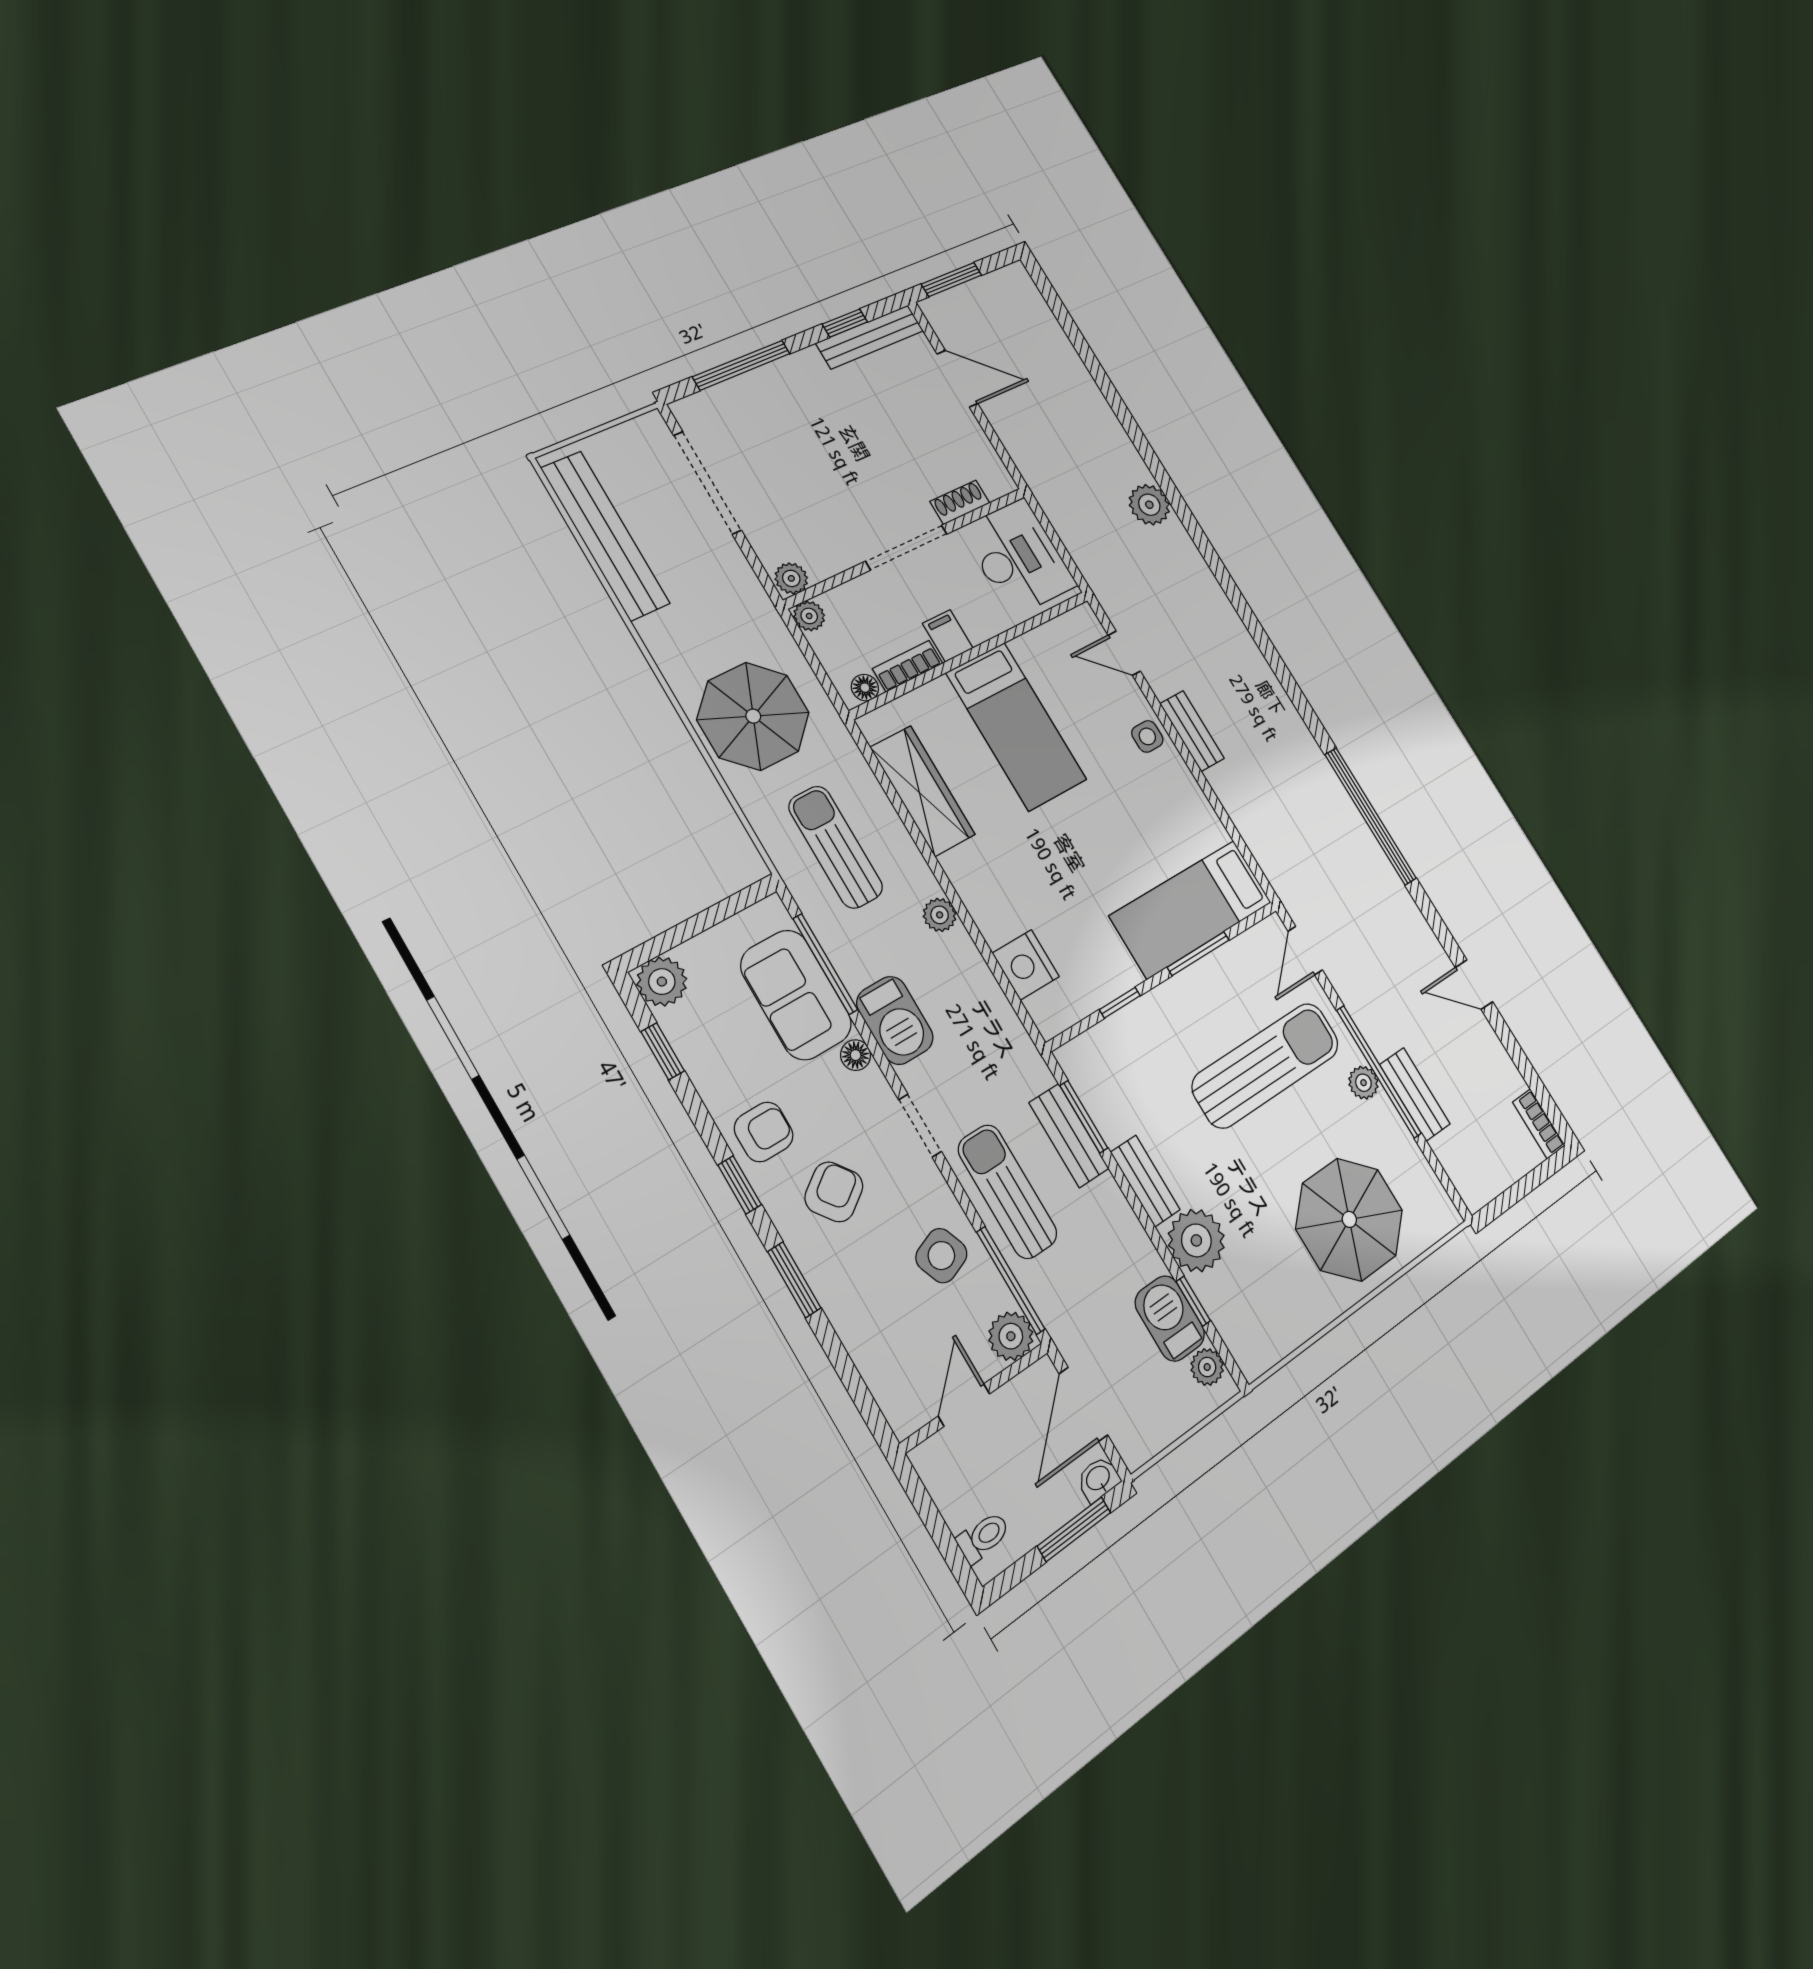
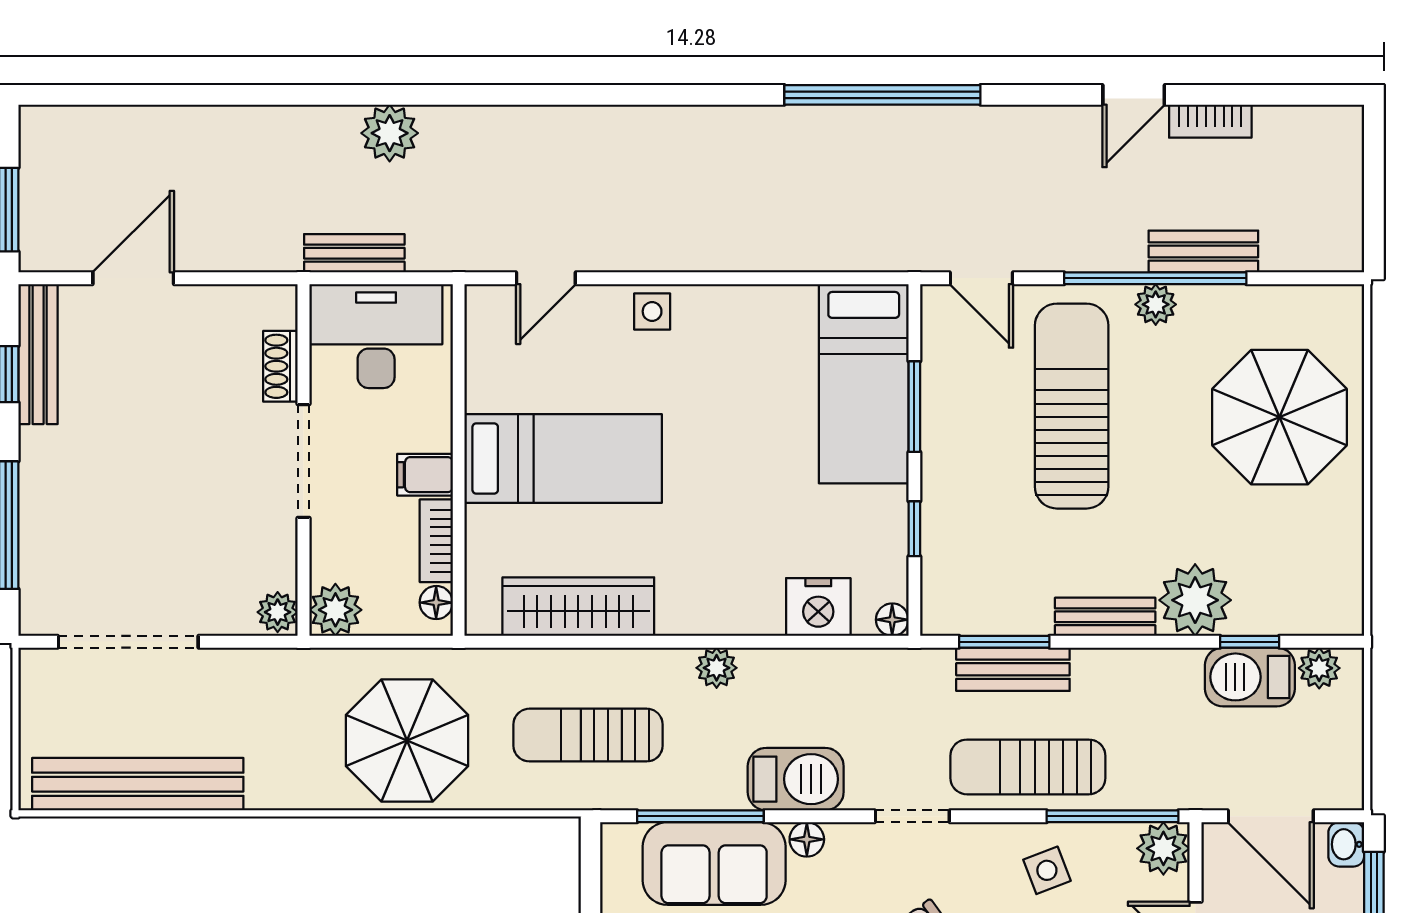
plant: (809, 616) -> (335, 610), width x1.38, depth x1.38
bench: (1192, 731) -> (354, 253), moved
floor lamp: (1049, 1024) -> (892, 620), added
bookcase: (1539, 1124) -> (1210, 121), moved
side table: (941, 1256) -> (1047, 870), width x0.73, depth x0.73

